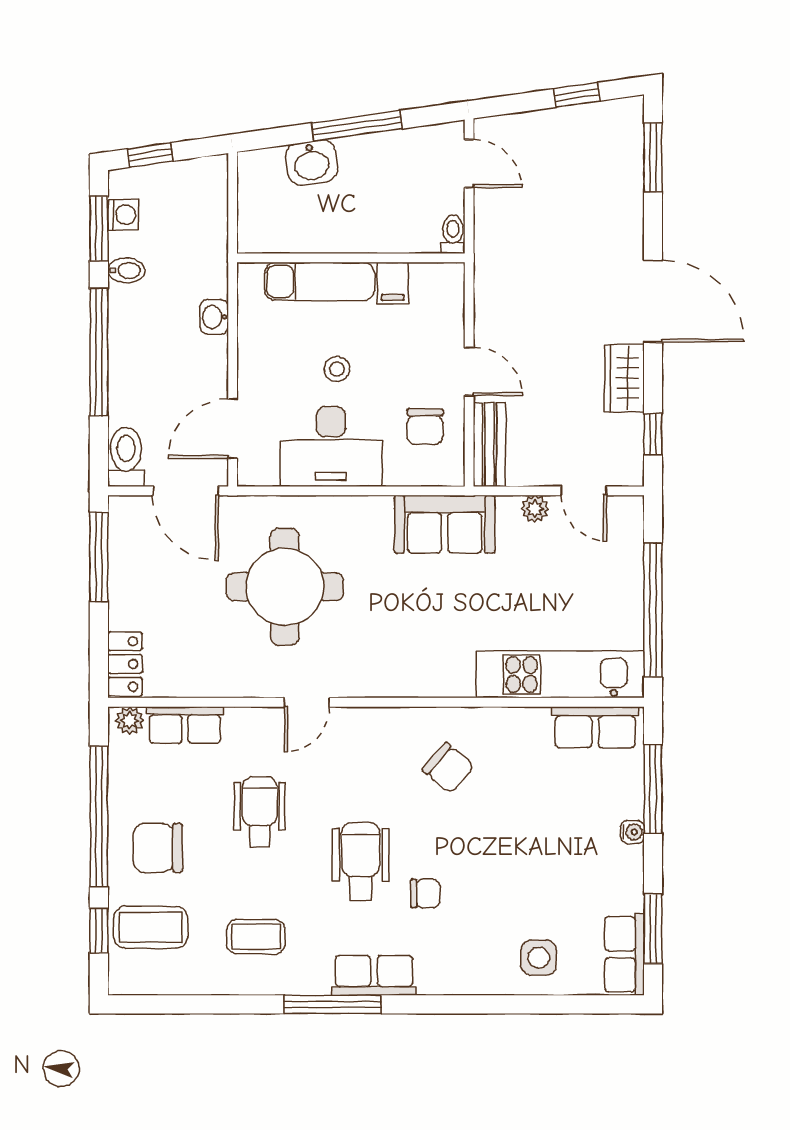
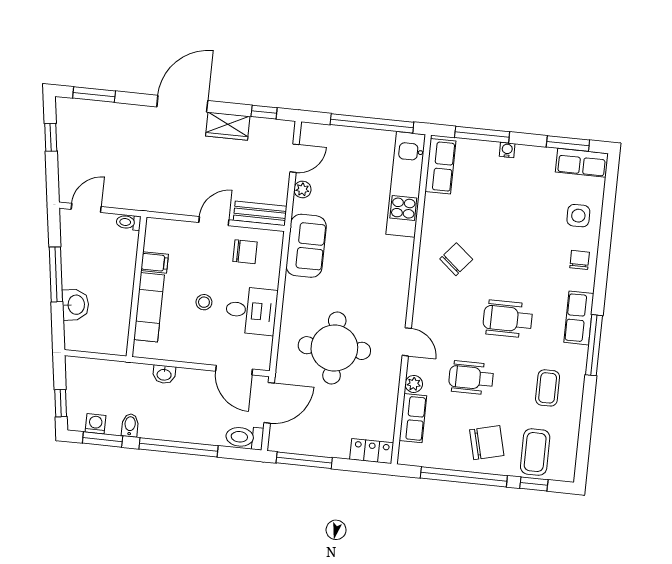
desk: (331, 446) -> (251, 311), width x0.73
plant: (130, 721) -> (414, 384), moved
chair: (158, 848) -> (487, 443), turned -104
chair: (425, 893) -> (580, 260), moved

